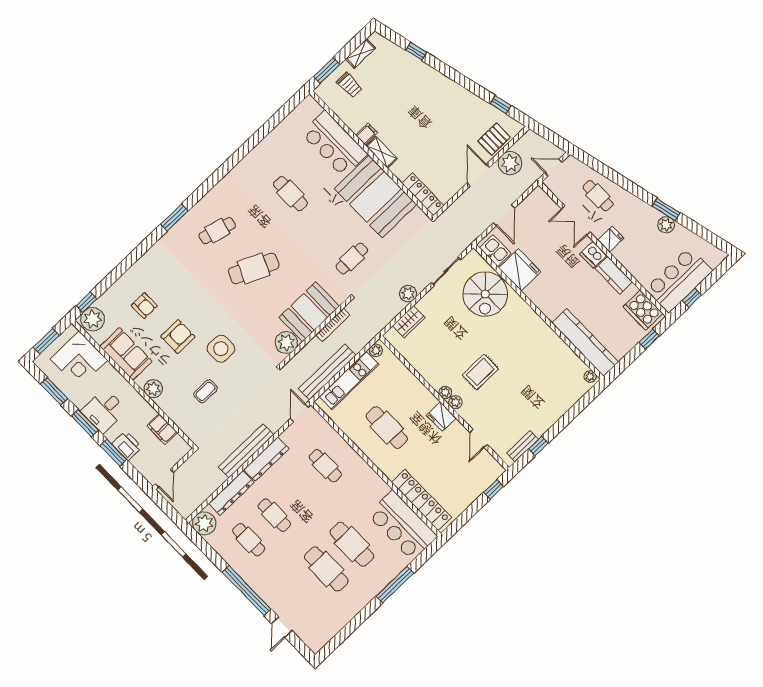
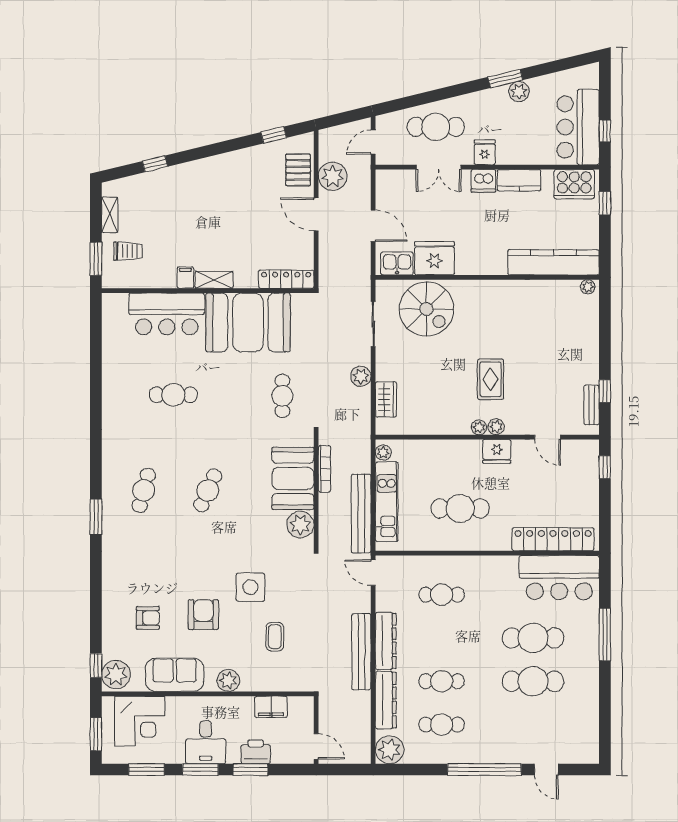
cafe table: (598, 196) -> (436, 127), width x1.37, depth x1.35
cafe table: (254, 268) -> (208, 490), width x0.73, depth x0.74

